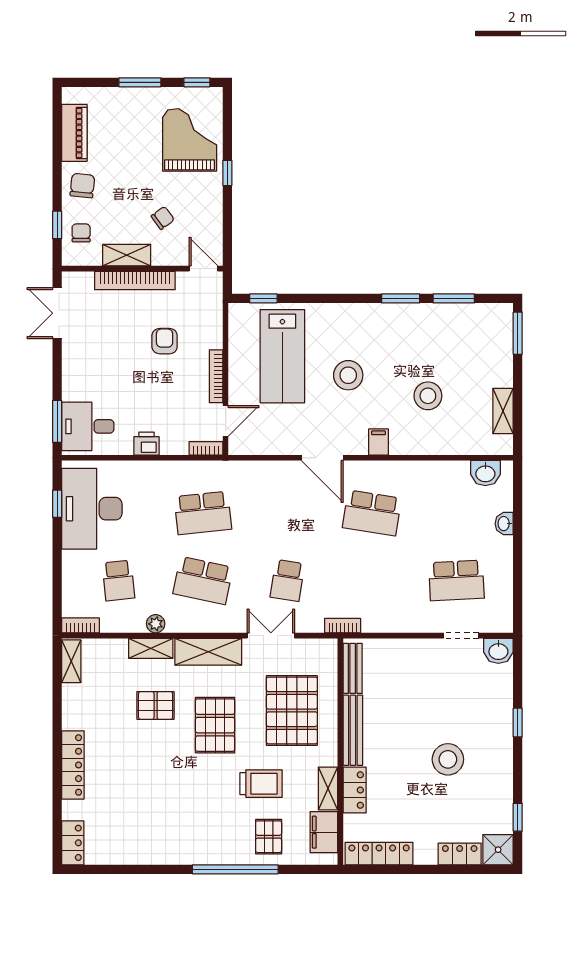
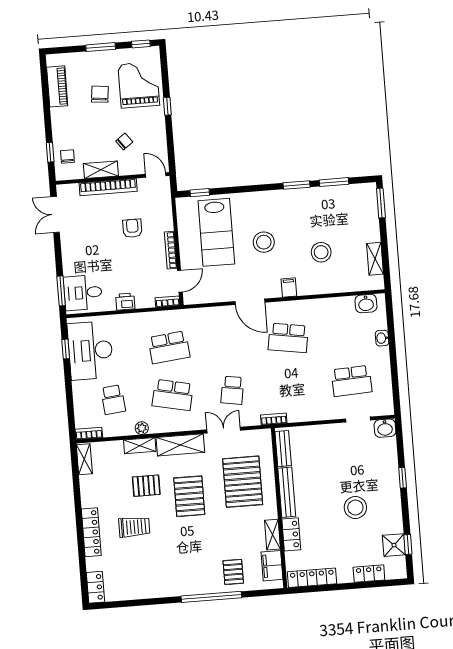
chair: (82, 186) -> (100, 94), moved
trolley: (261, 784) -> (134, 527), moved
shower: (498, 850) -> (394, 545), moved

